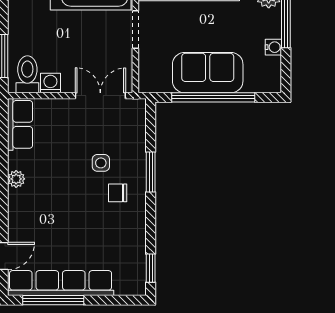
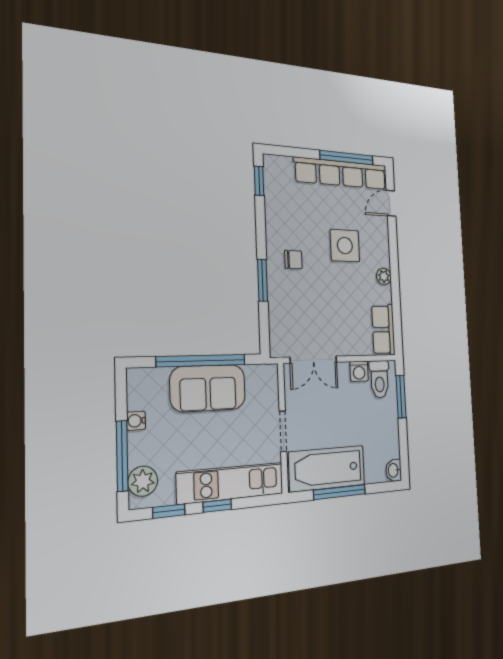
side table: (101, 163) -> (345, 246), moved, width x1.87, depth x1.87

